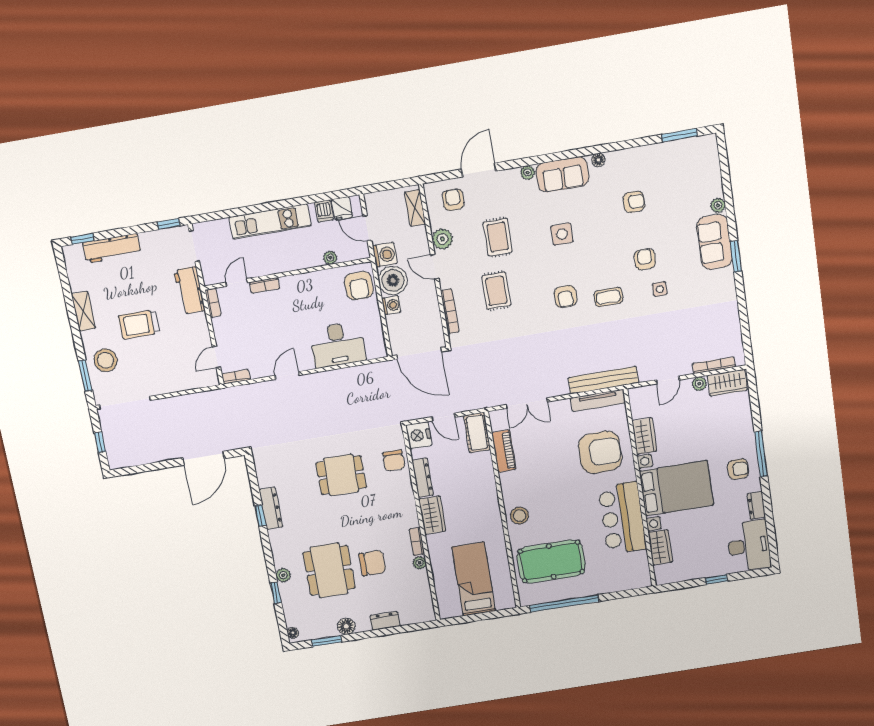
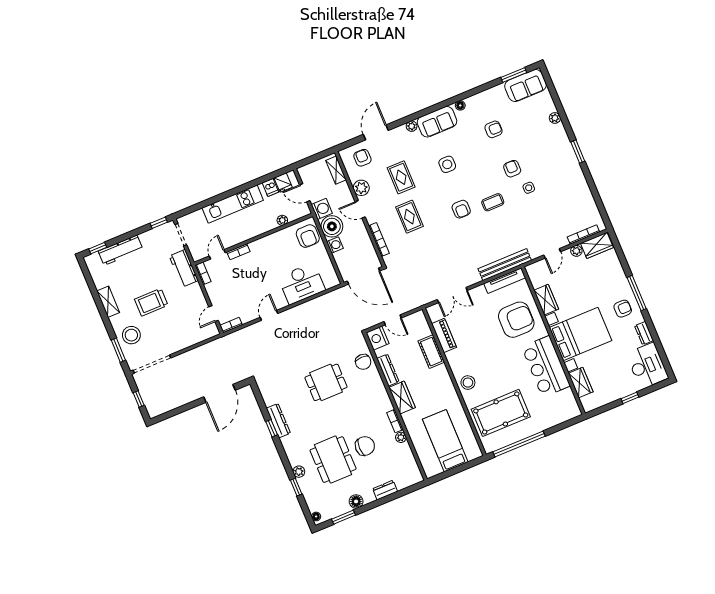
sofa: (715, 242) -> (525, 86), moved, turned -90
cot: (477, 433) -> (431, 352), moved

